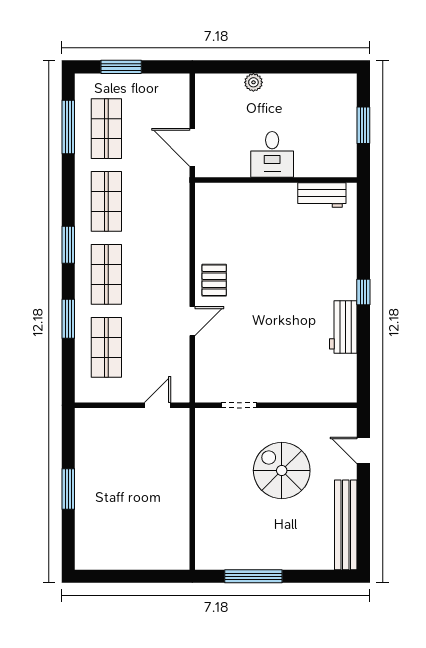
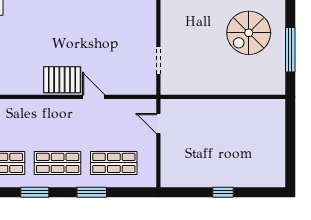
pallet: (214, 280) -> (62, 80), width x1.50, depth x1.42
spiral stairs: (282, 470) -> (249, 33), moved
window: (68, 489) -> (223, 192), width x0.67

